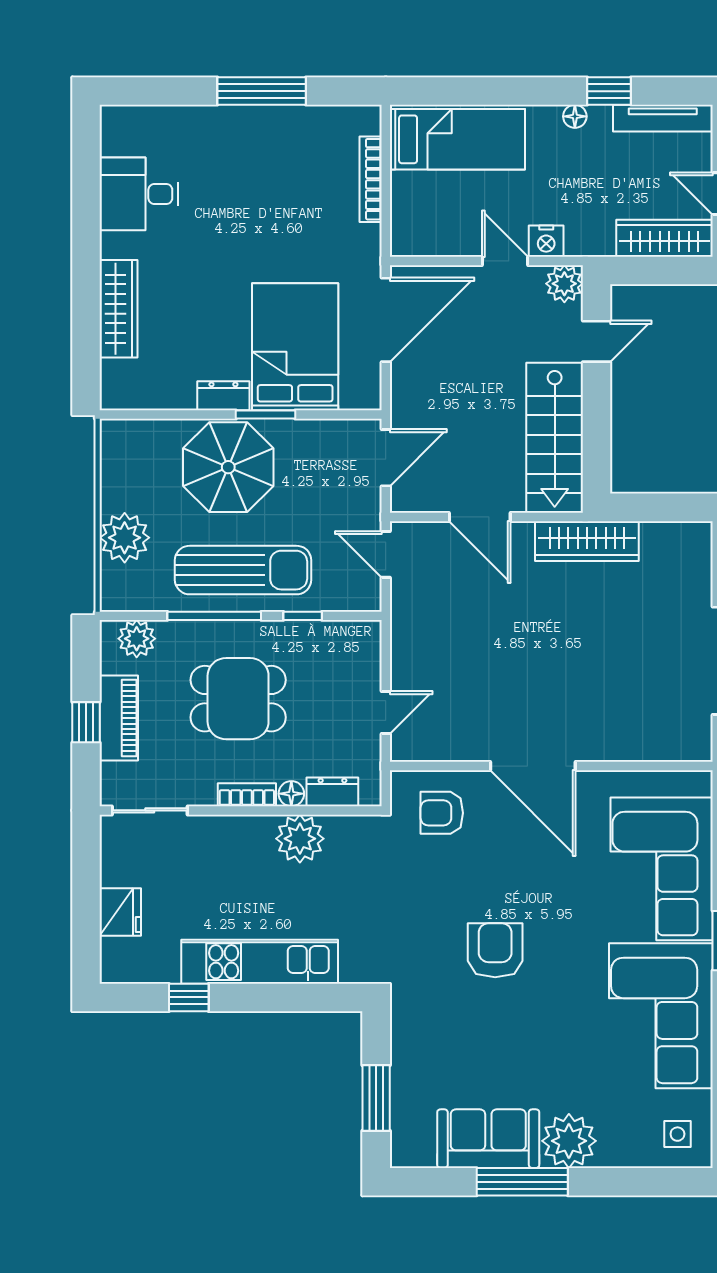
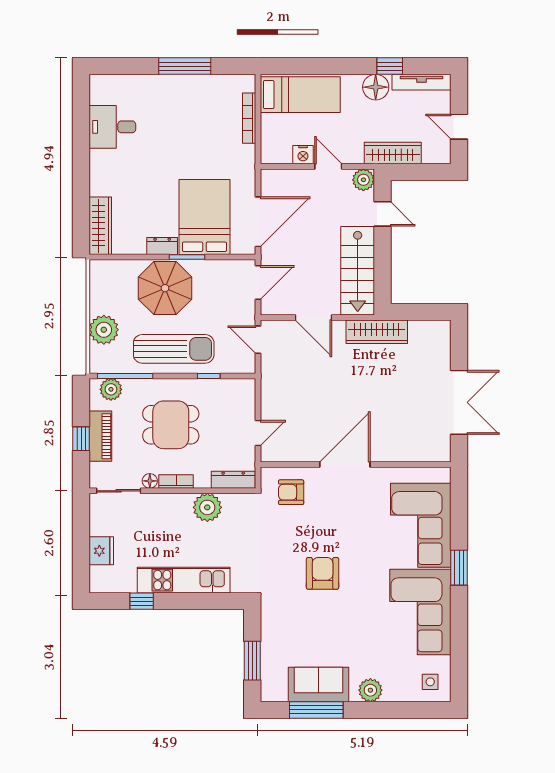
floor lamp: (575, 116) -> (376, 87), width x1.89, depth x1.89
wardrobe: (665, 238) -> (393, 153), moved
nightstand: (546, 241) -> (303, 155), moved
wardrobe: (119, 309) -> (100, 226), moved
door: (386, 320) -> (258, 222), moved
door: (597, 341) -> (382, 214), hinge flipped
window: (214, 616) -> (125, 376), moved
door: (533, 766) -> (345, 465), swing flipped
dresser: (332, 792) -> (233, 480), width x1.44
floor lamp: (291, 794) -> (150, 481), moved
plant: (569, 1141) -> (370, 690), width x0.73, depth x0.73
window: (522, 1182) -> (316, 710), moved

